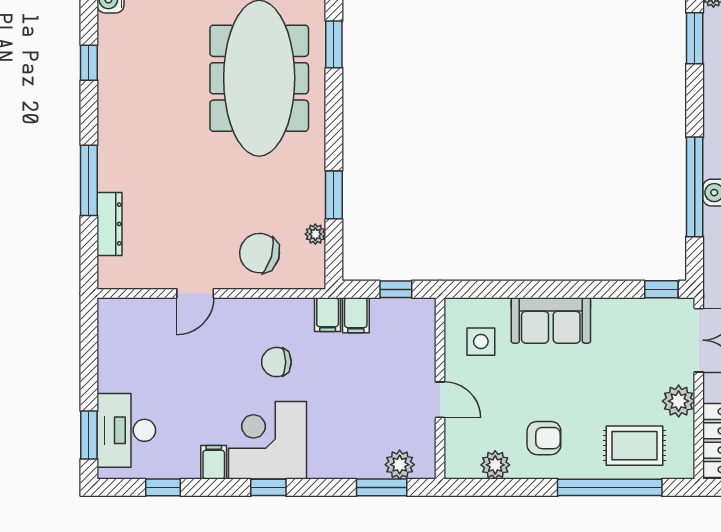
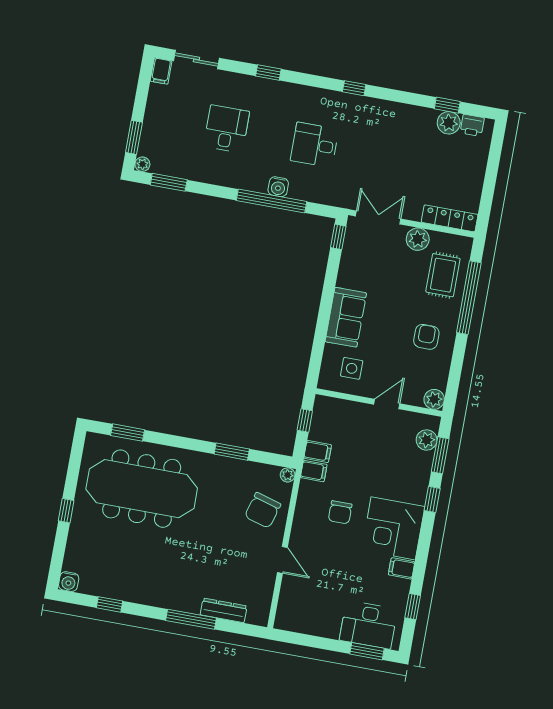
plant: (315, 234) -> (288, 475), moved
plant: (495, 465) -> (434, 399), moved
window: (268, 487) -> (432, 499), moved

